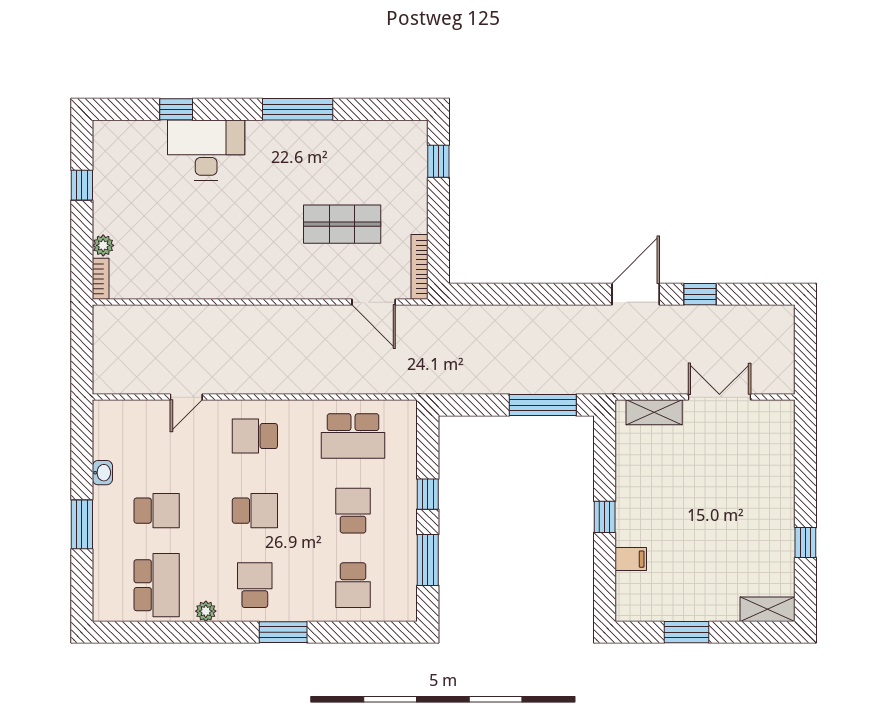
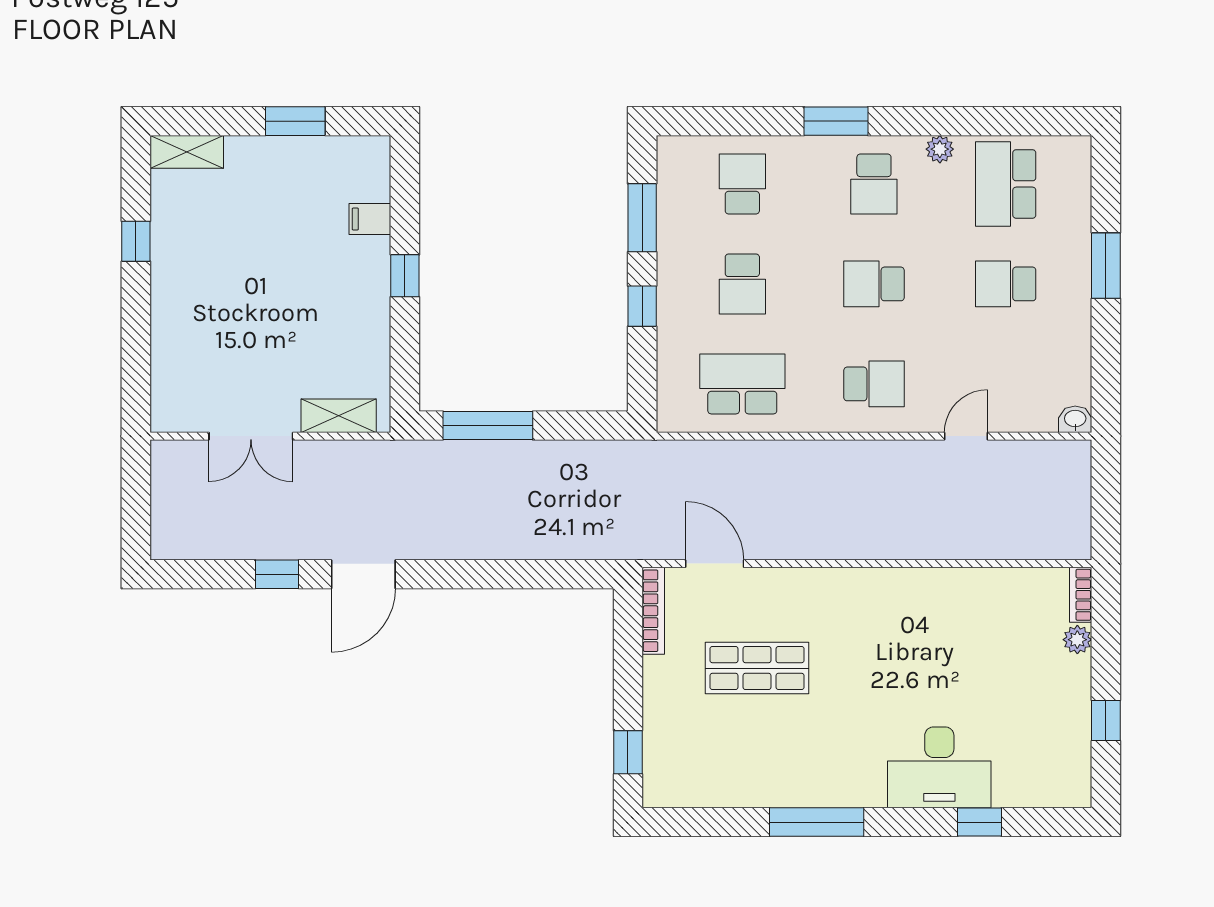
washbasin: (102, 473) -> (1075, 419), moved, turned 90

